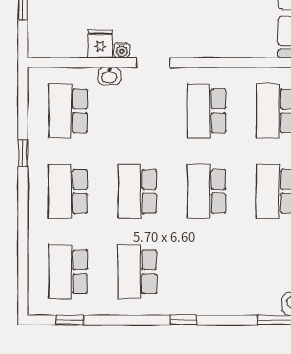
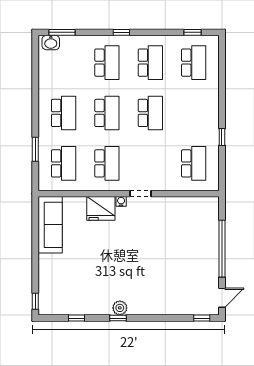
fridge: (100, 44) -> (101, 208), moved, width x1.88, depth x1.34
water cooler: (122, 50) -> (121, 201), moved
washbasin: (109, 76) -> (168, 185), removed
school desk: (68, 191) -> (107, 63), moved

